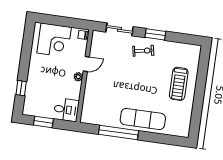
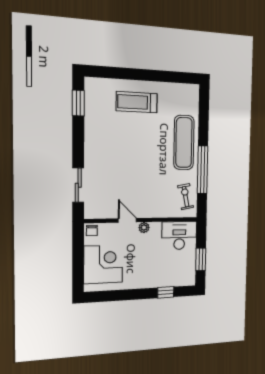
window: (155, 34) -> (78, 103), moved
exercise bike: (143, 51) -> (186, 197), moved
treadmill: (179, 84) -> (137, 102), turned 180
desk: (66, 110) -> (179, 235), width x1.37

